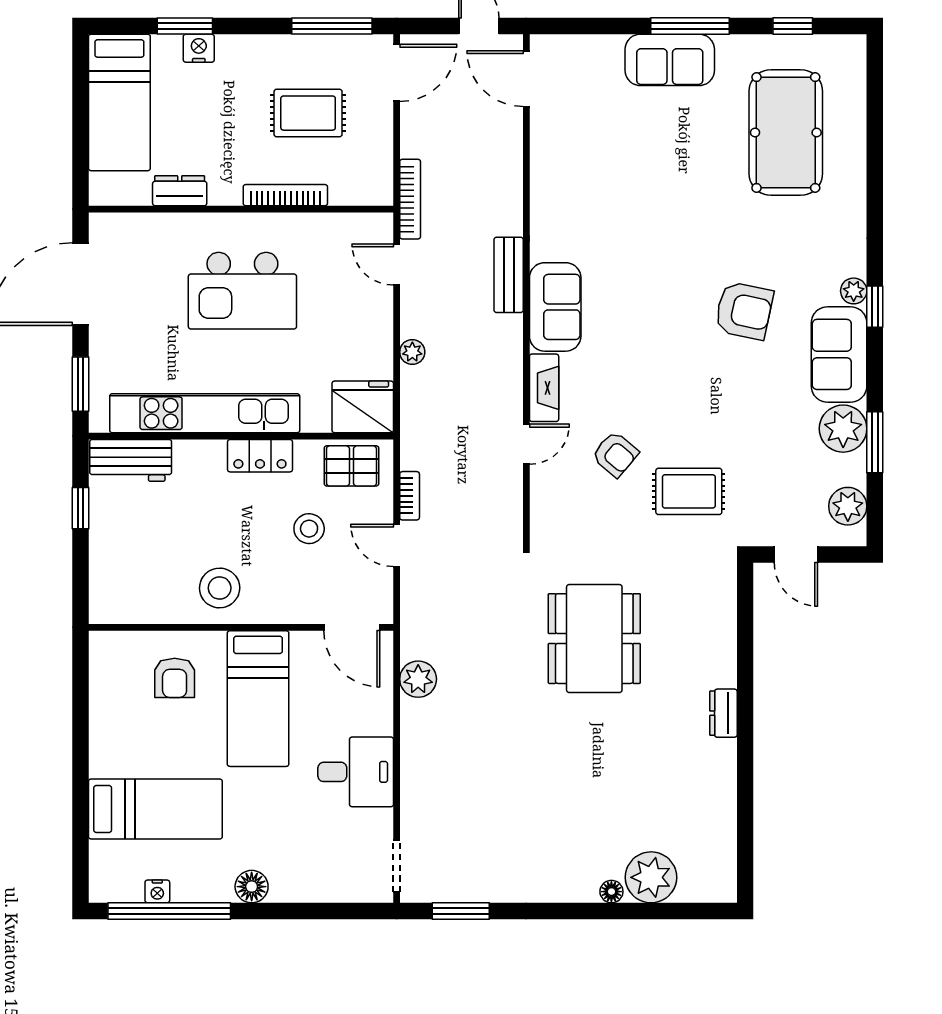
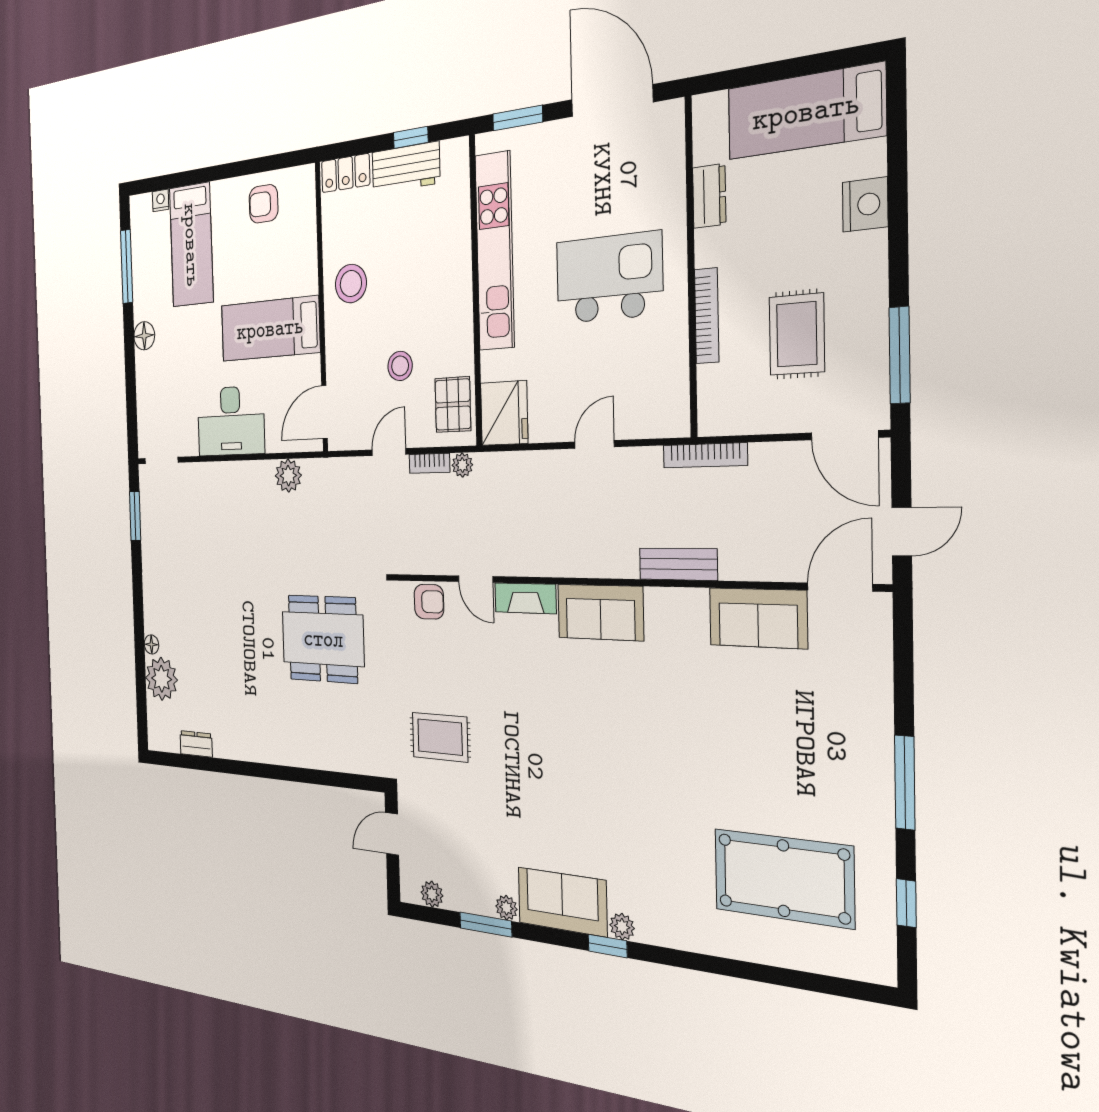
window: (185, 26) -> (897, 177), removed
nightstand: (199, 48) -> (865, 204), width x1.36, depth x1.33
sofa: (670, 60) -> (758, 618), moved, turned -90
door: (397, 265) -> (594, 444), moved
bench: (509, 275) -> (678, 564), moved
kitchen island: (242, 291) -> (609, 278), turned 90
armchair: (744, 311) -> (601, 810), removed
plant: (412, 352) -> (462, 465), moved
plant: (843, 429) -> (506, 908), width x0.53, depth x0.53
armchair: (615, 454) -> (429, 602), moved, turned -130
locker: (260, 456) -> (346, 173), moved, turned -90
workbench: (131, 460) -> (406, 168), moved, turned -90
rug: (689, 491) -> (440, 737), turned 90
plant: (848, 506) -> (432, 894), width x0.73, depth x0.73
armchair: (175, 678) -> (264, 204), moved
dresser: (723, 713) -> (196, 744), moved
desk: (356, 772) -> (231, 421), width x1.37
nightstand: (157, 891) -> (161, 200), moved, turned 90
window: (169, 911) -> (127, 266), width x0.68

